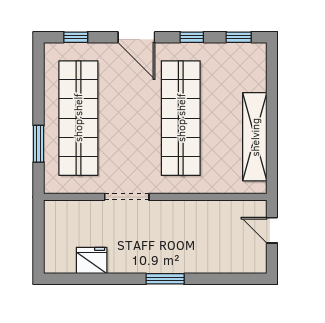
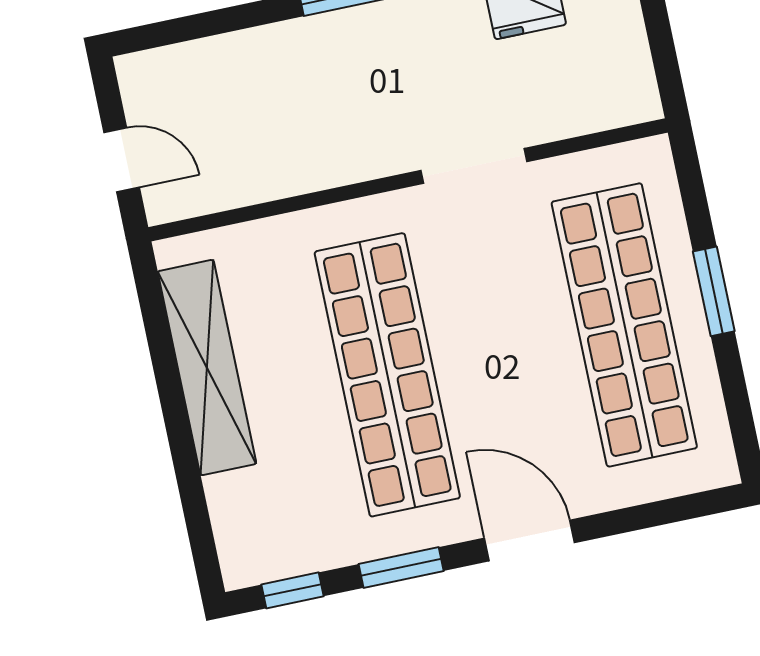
window: (76, 37) -> (670, 511), removed
window: (192, 37) -> (401, 567), width x1.50
window: (39, 144) -> (714, 291), moved

